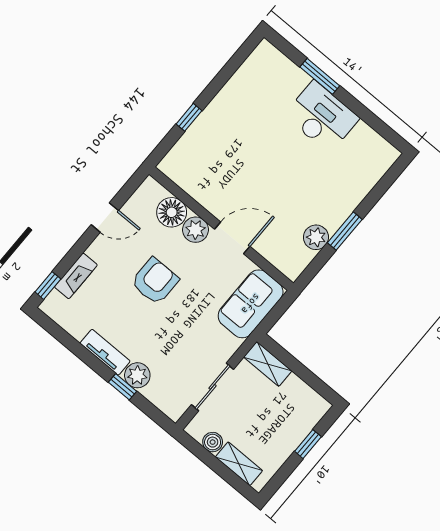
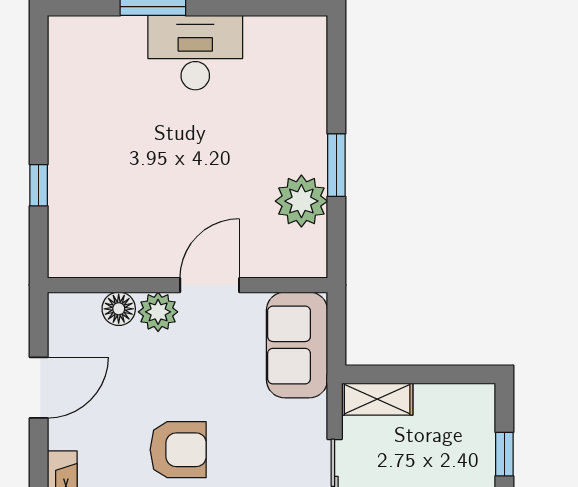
floor lamp: (172, 212) -> (119, 309), width x0.73, depth x0.73
door: (105, 218) -> (39, 388), width x1.38
plant: (316, 237) -> (301, 201), width x1.36, depth x1.36
armchair: (155, 281) -> (178, 450), moved, turned 90

